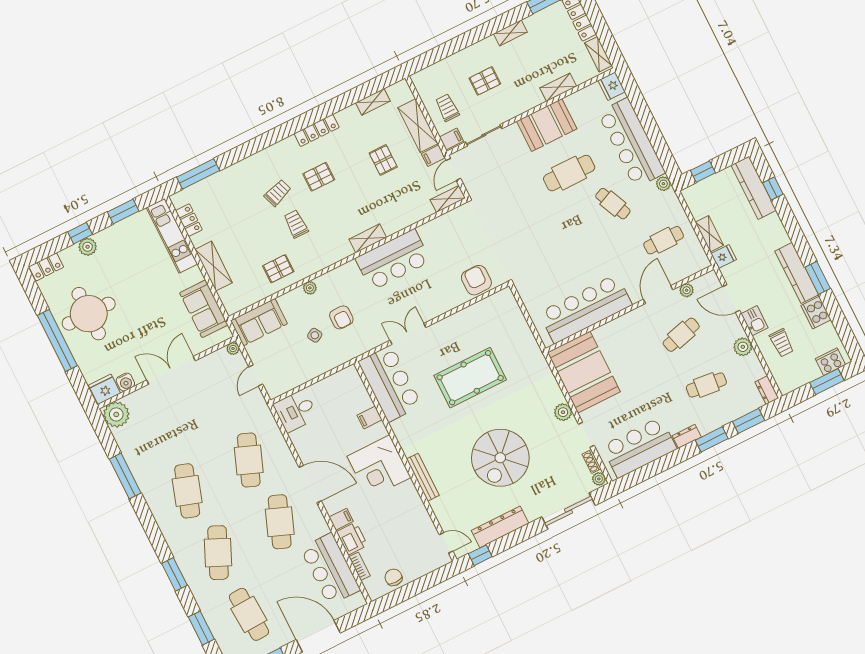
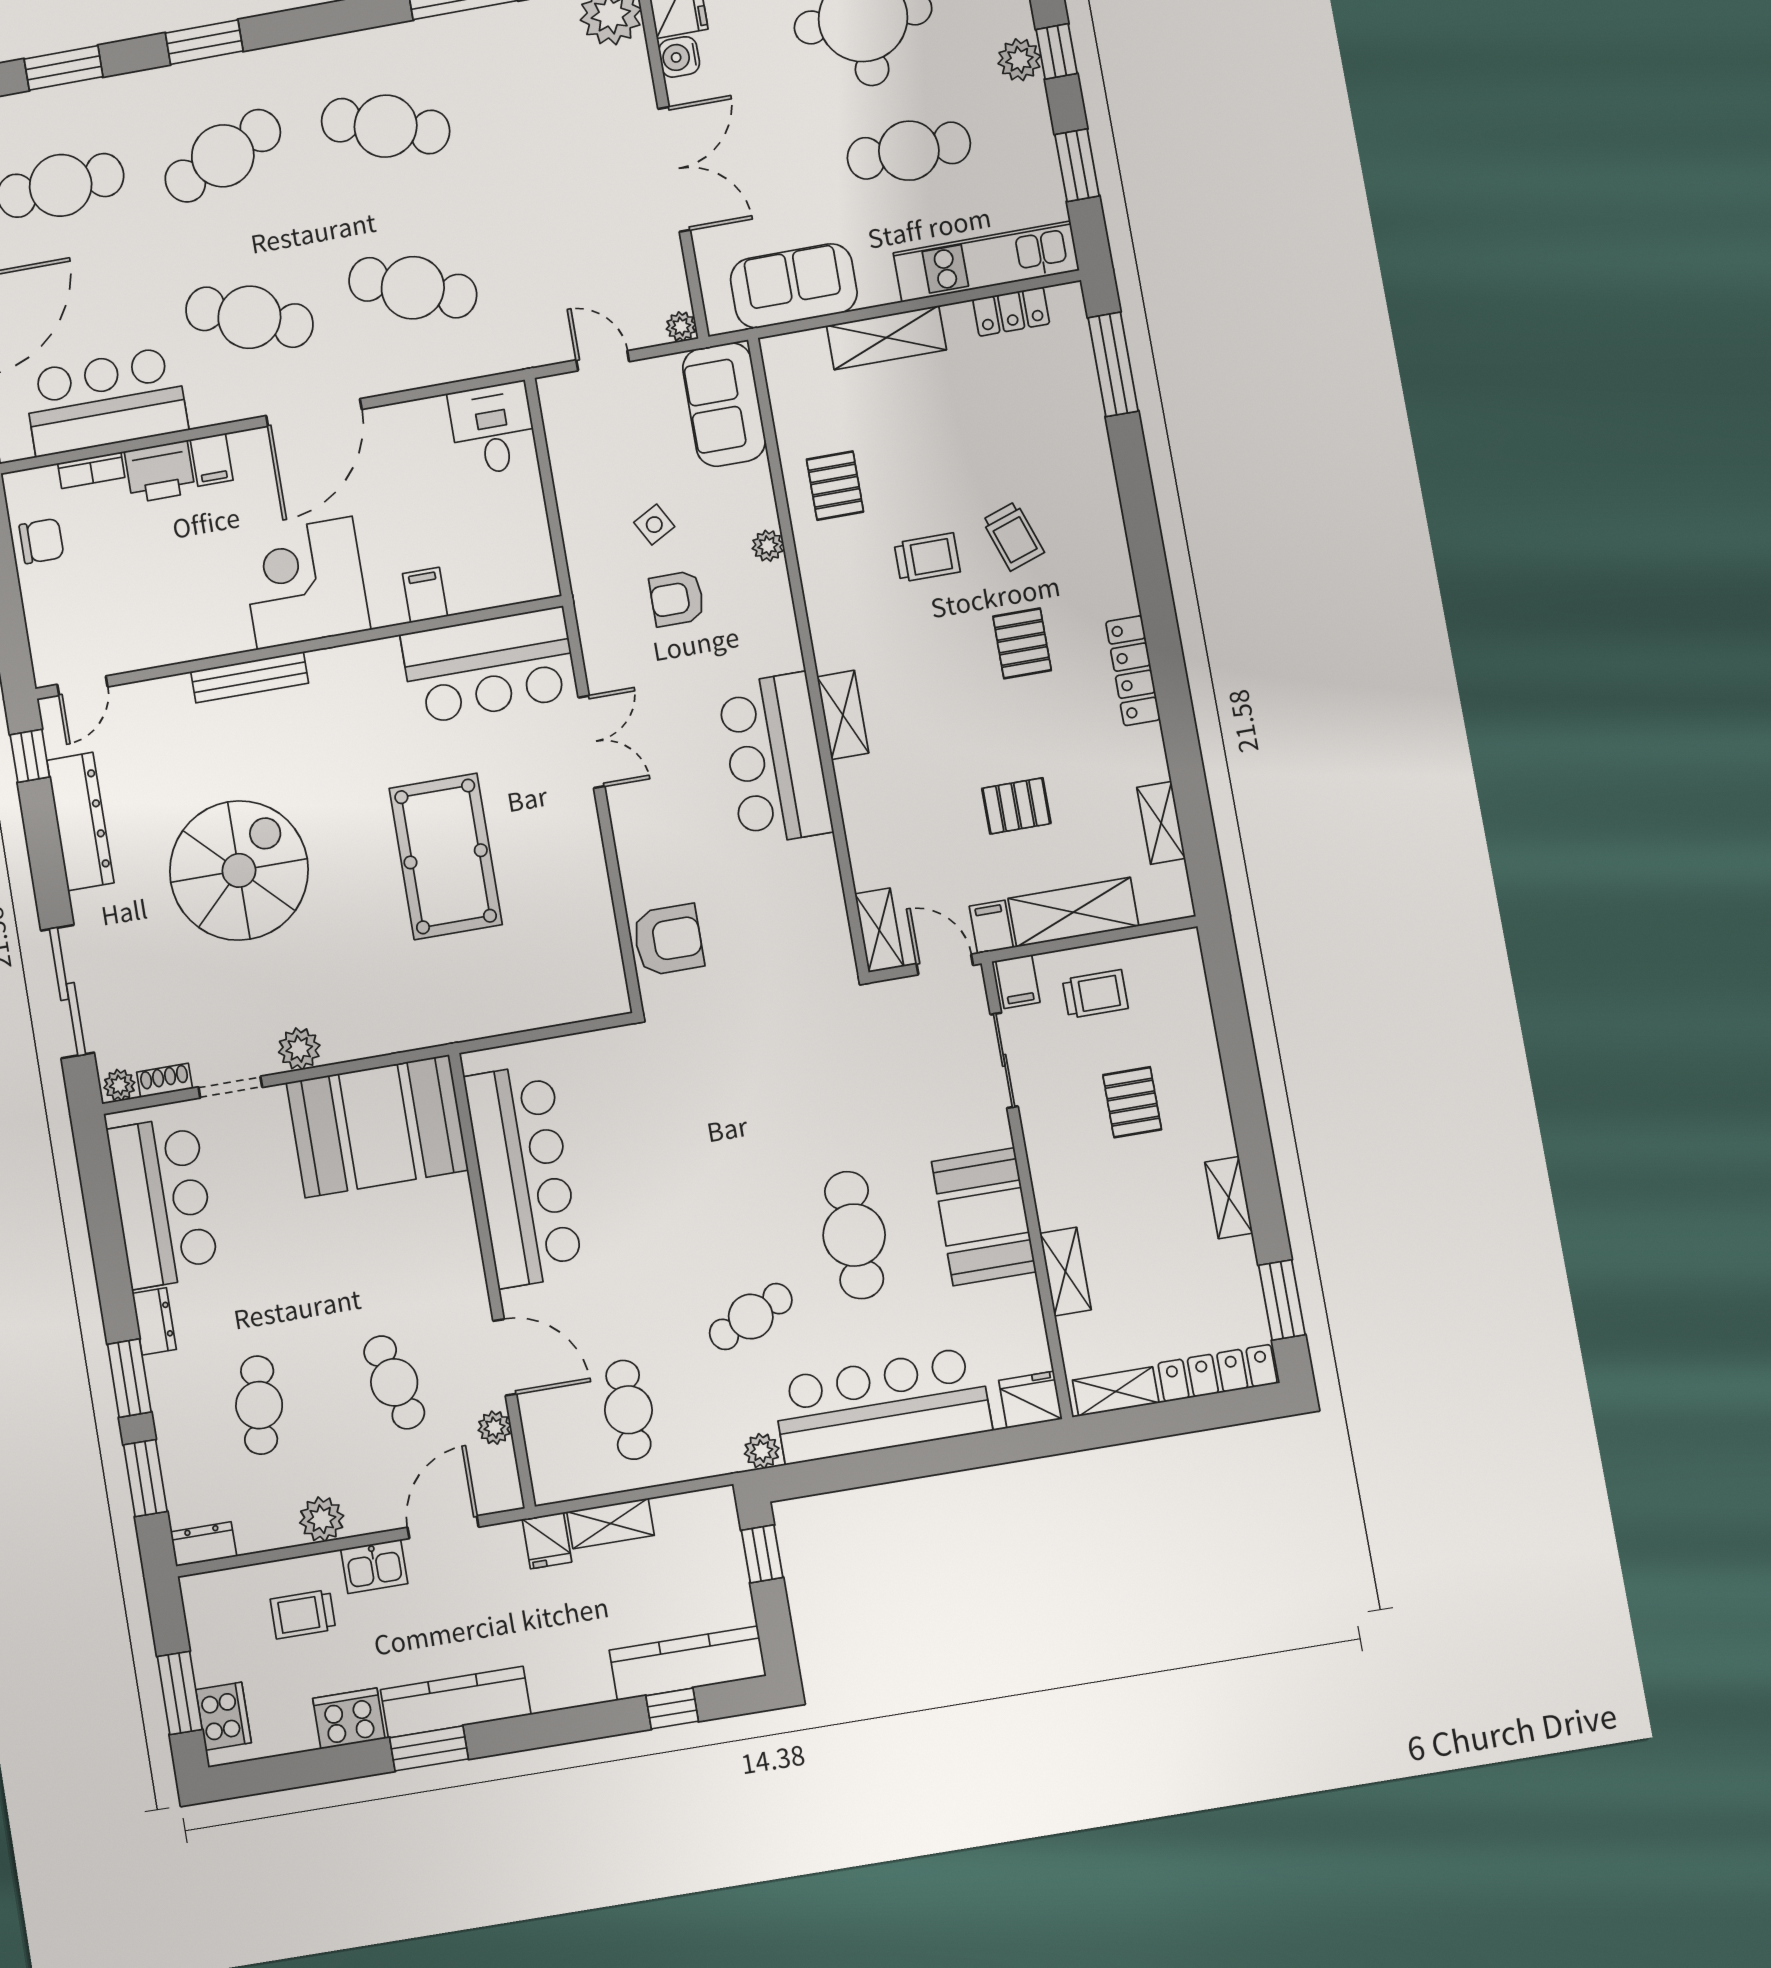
cafe table: (137, 280) -> (909, 151), added
spiral stairs: (500, 458) -> (239, 870), turned 90
cafe table: (218, 553) -> (223, 156), turned -48

